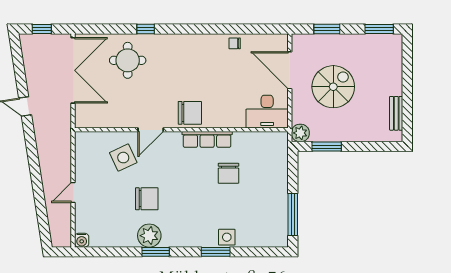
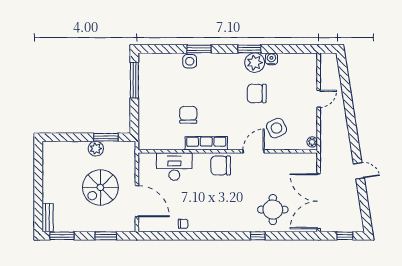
desk: (267, 112) -> (174, 167), moved
bench: (396, 113) -> (48, 218), moved
plant: (300, 133) -> (96, 149), moved
plant: (81, 141) -> (312, 142), added
water cooler: (82, 240) -> (271, 59), moved

